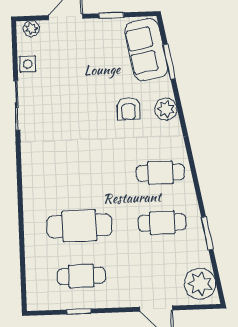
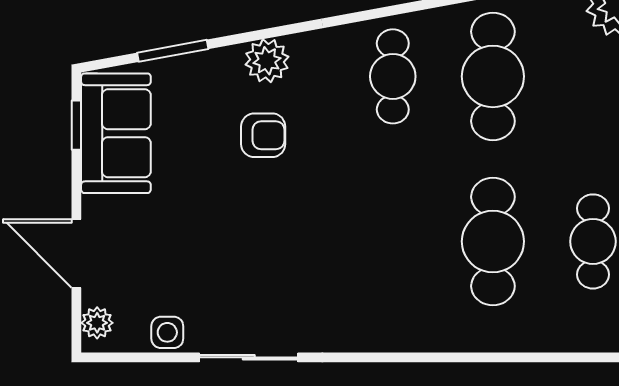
window: (111, 15) -> (76, 125), moved
sofa: (146, 50) -> (116, 133), moved, turned -80
cafe table: (162, 223) -> (493, 76), width x1.37, depth x1.35

